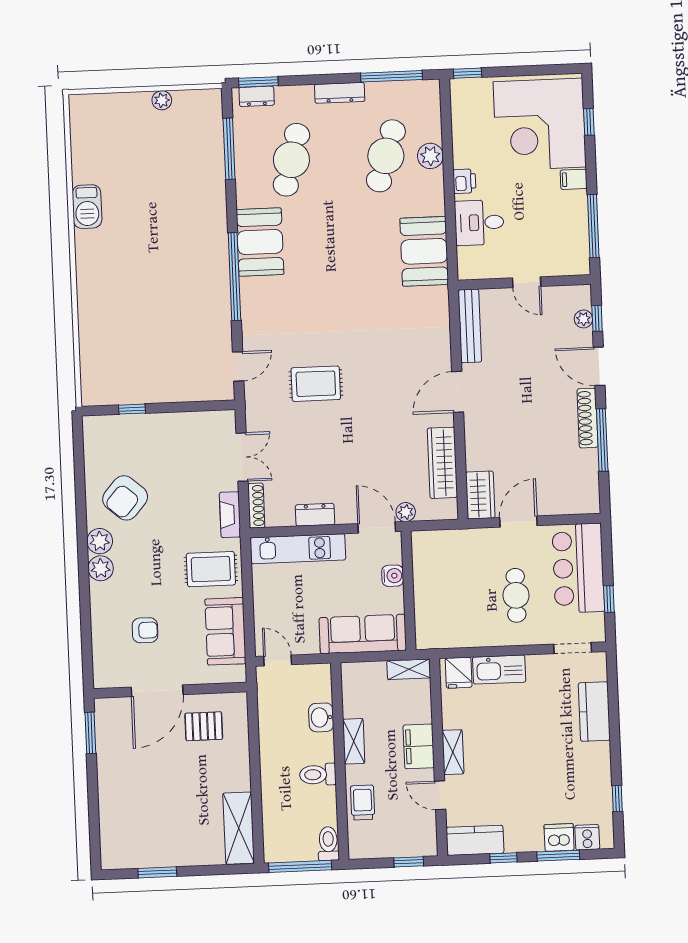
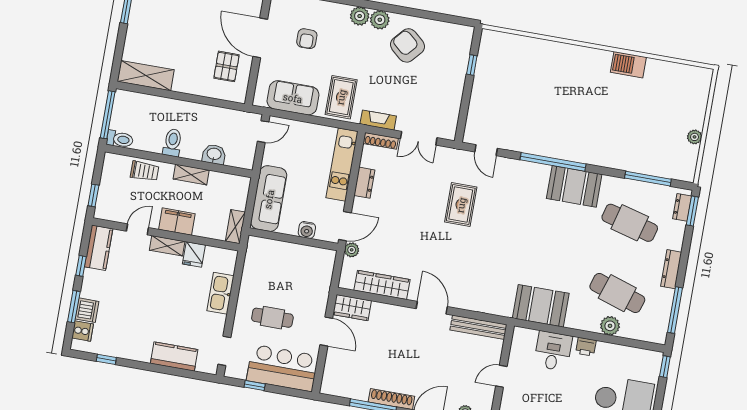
fridge: (459, 673) -> (194, 254), moved, turned -90

